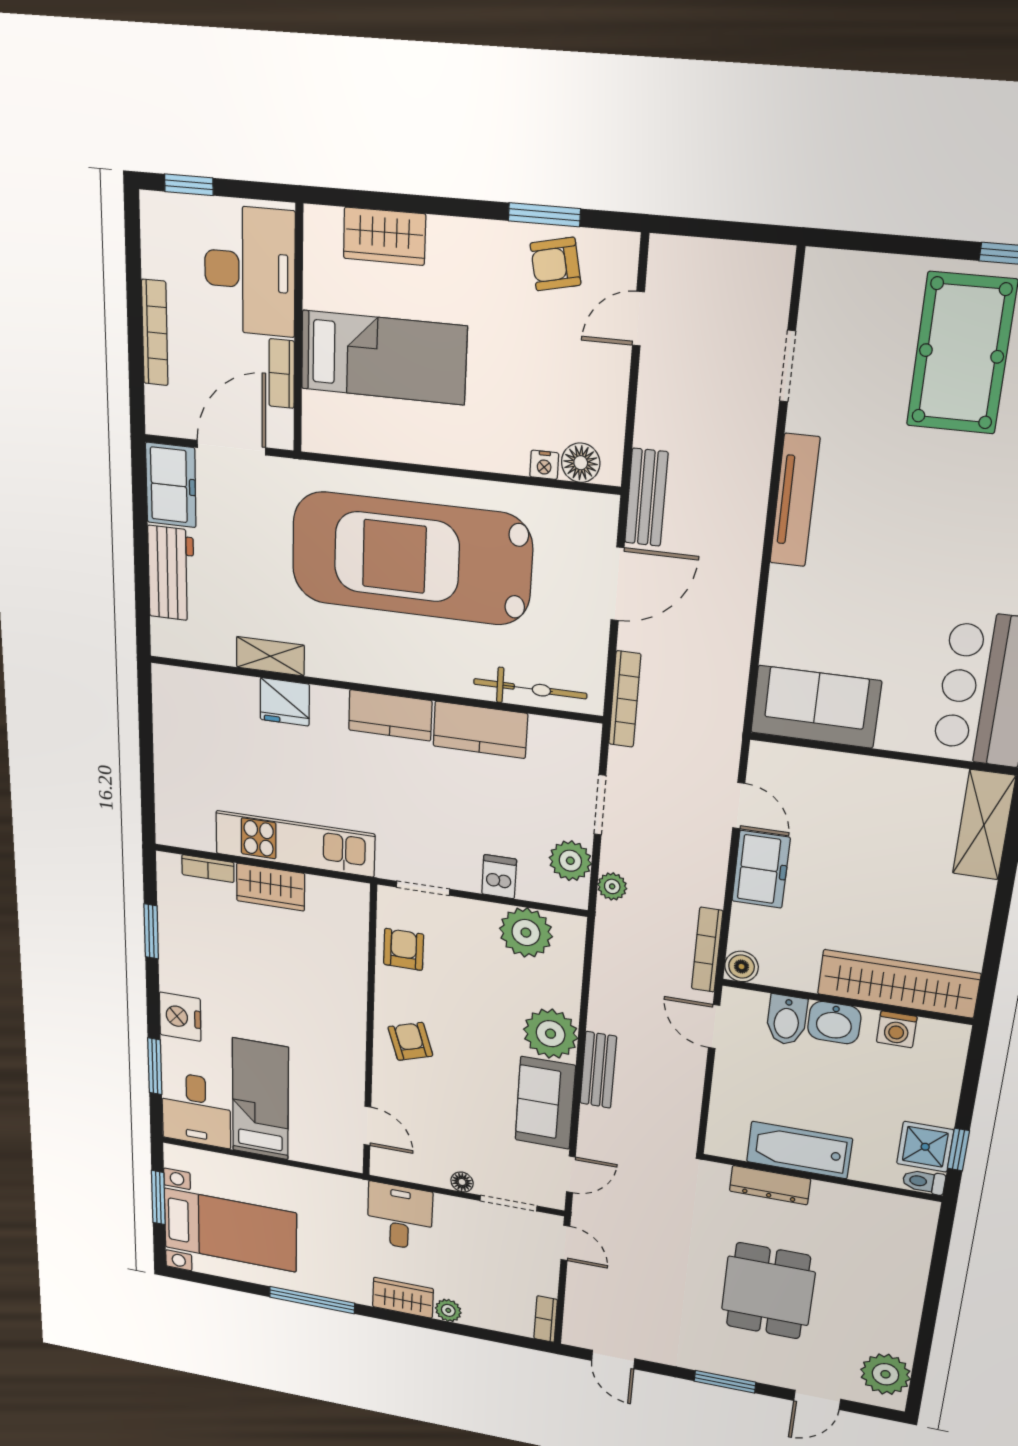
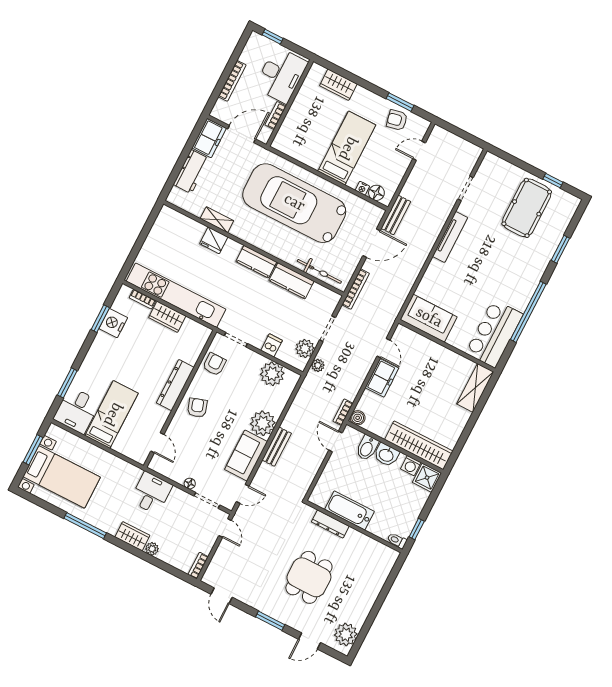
bed: (383, 358) -> (347, 148), moved, turned -90
kitchen unit: (295, 844) -> (176, 295), width x1.36
bookcase: (707, 950) -> (343, 412), width x0.64
dresser: (349, 1012) -> (175, 385), added
nightstand: (180, 1017) -> (113, 323), moved
shower: (925, 1147) -> (427, 478), moved

